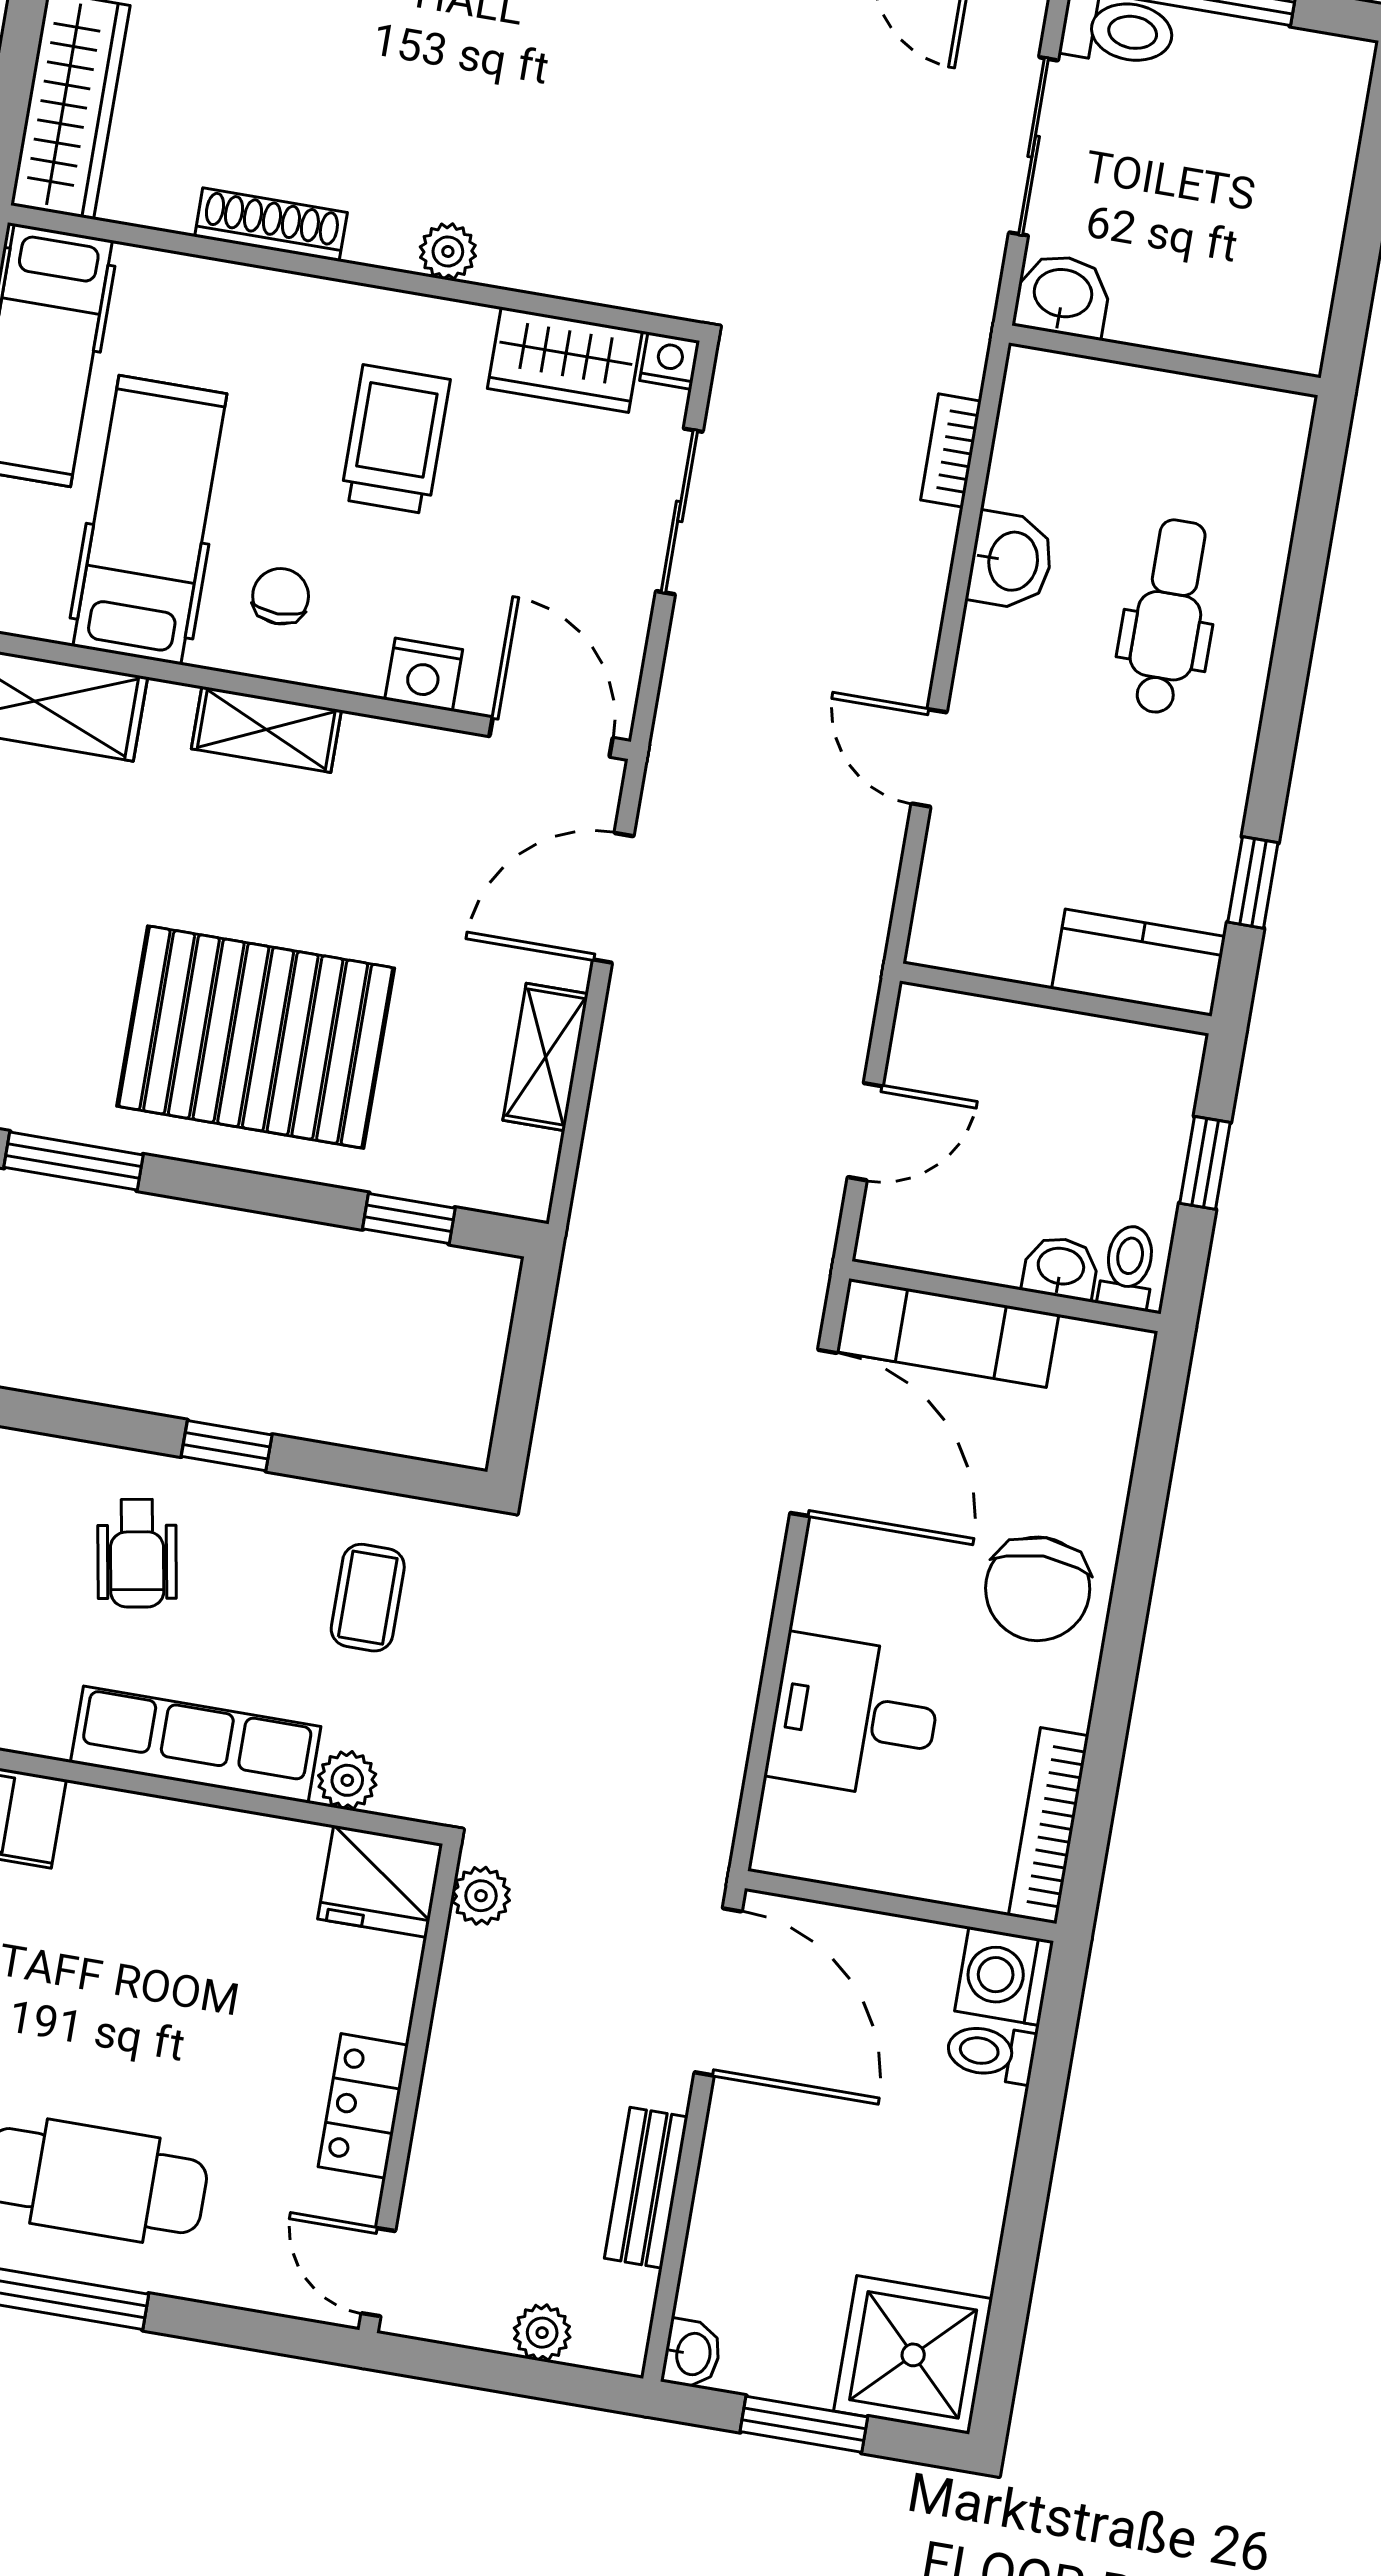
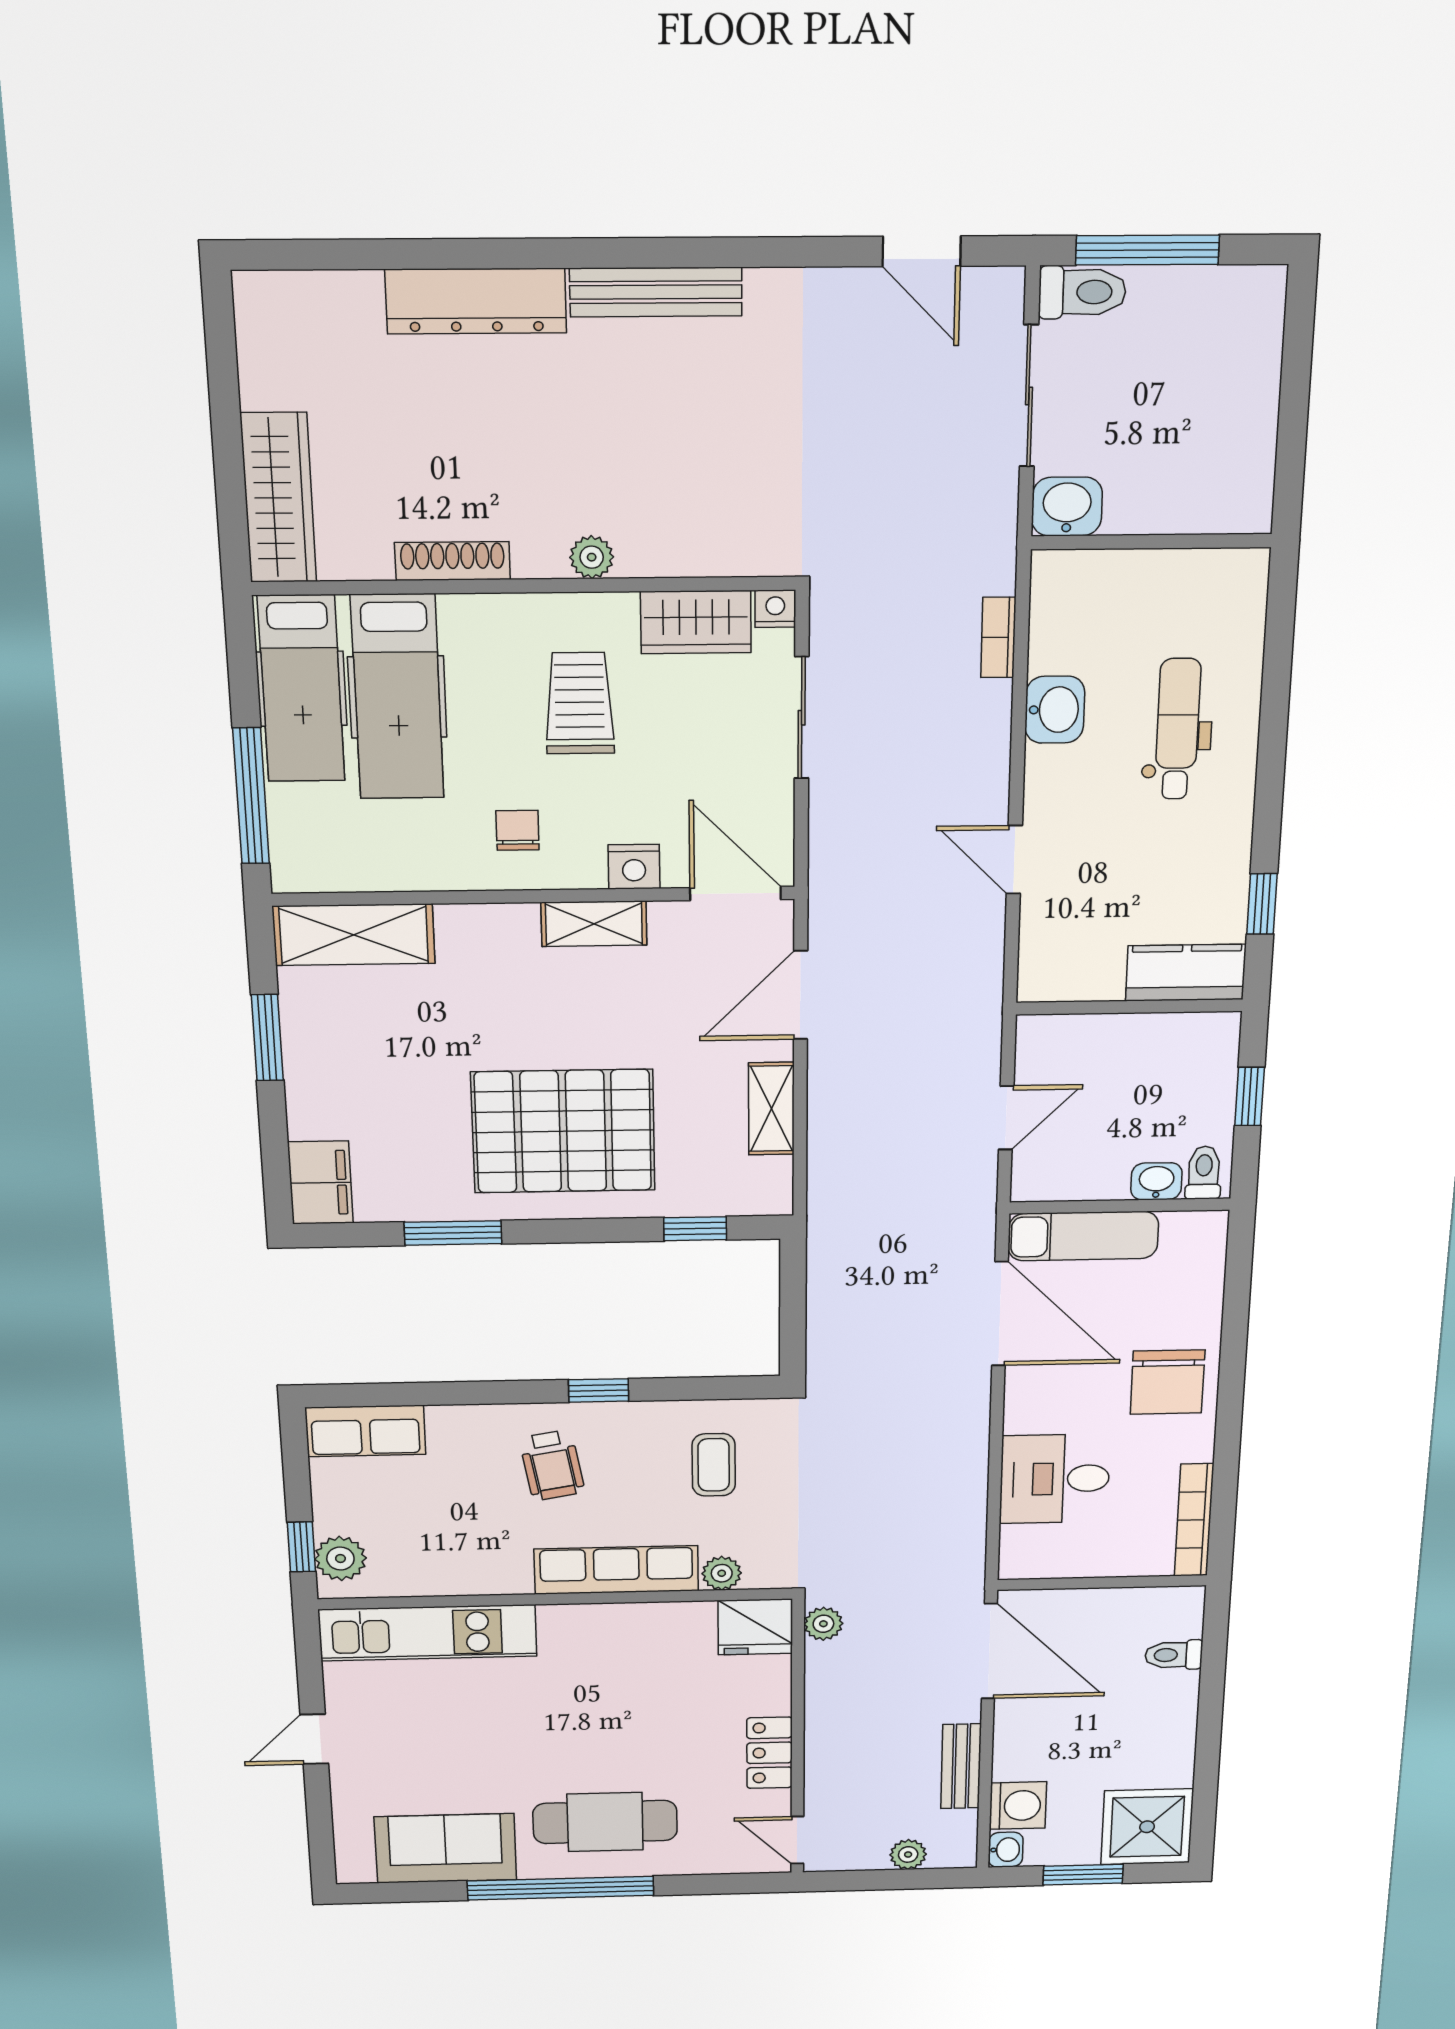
hospital bed: (150, 520) -> (397, 697), moved, turned 180
shelving: (266, 729) -> (594, 924), moved
washing machine: (1004, 1976) -> (1018, 1806), moved, turned 180

